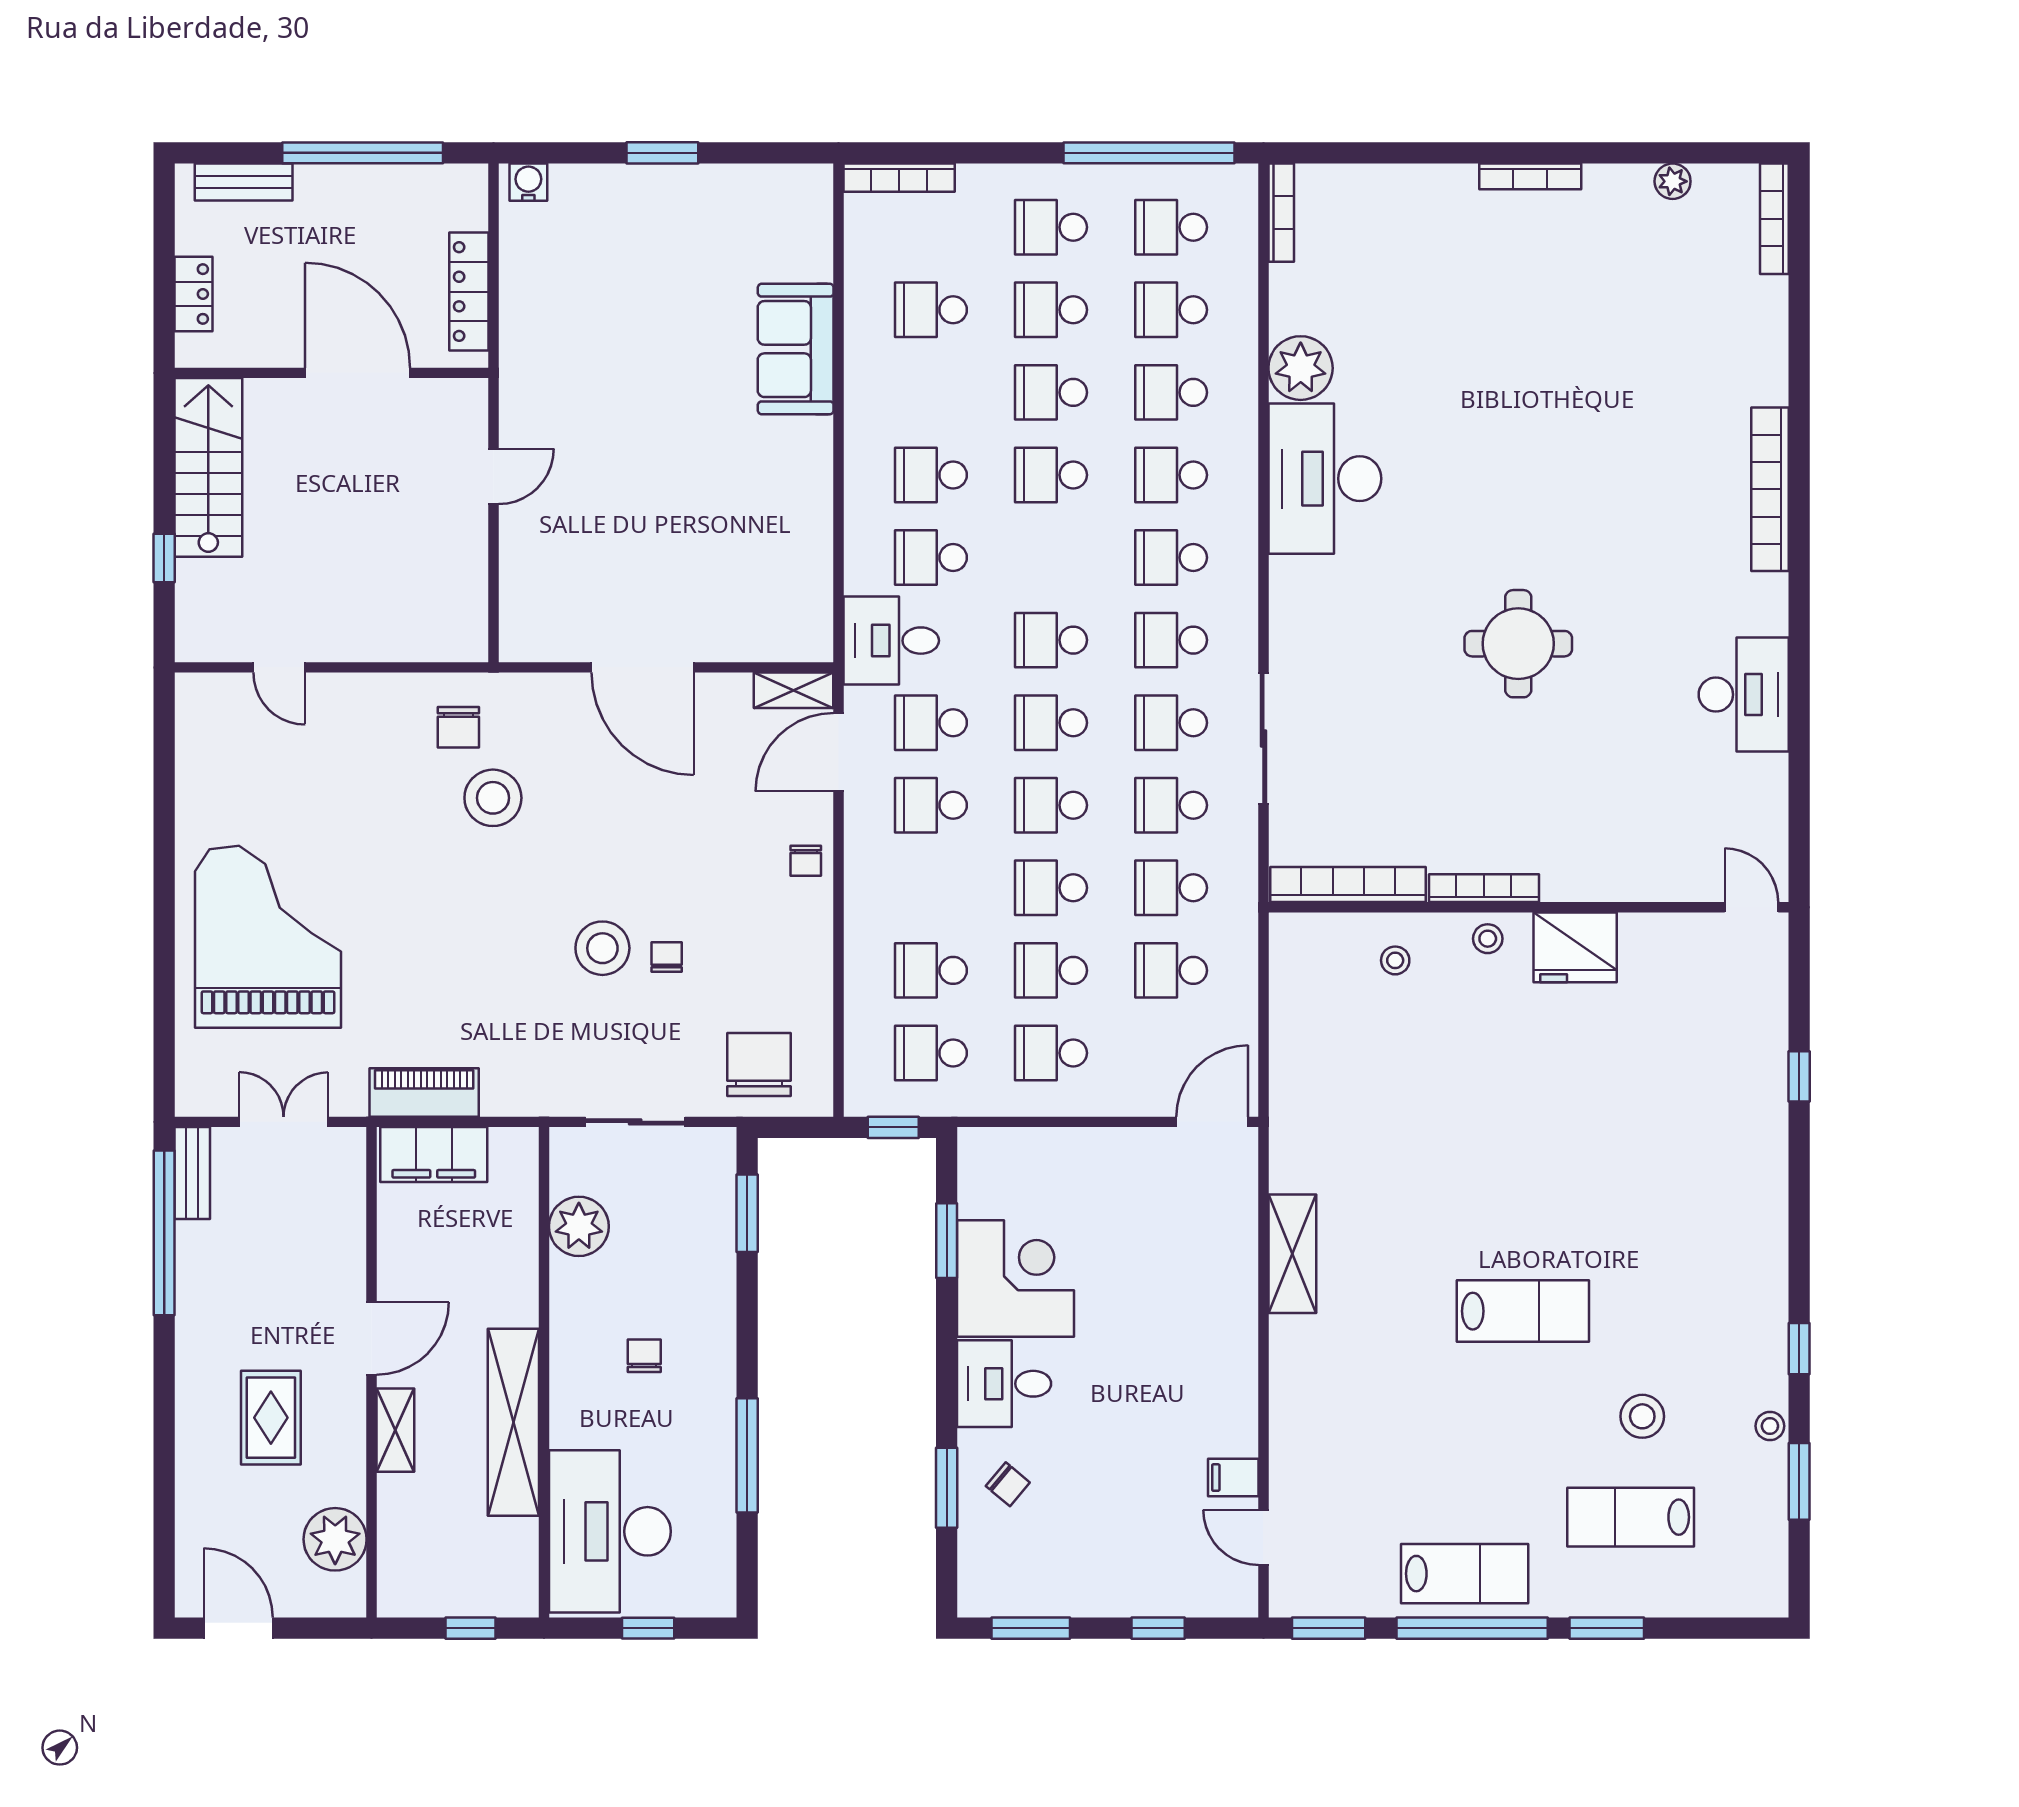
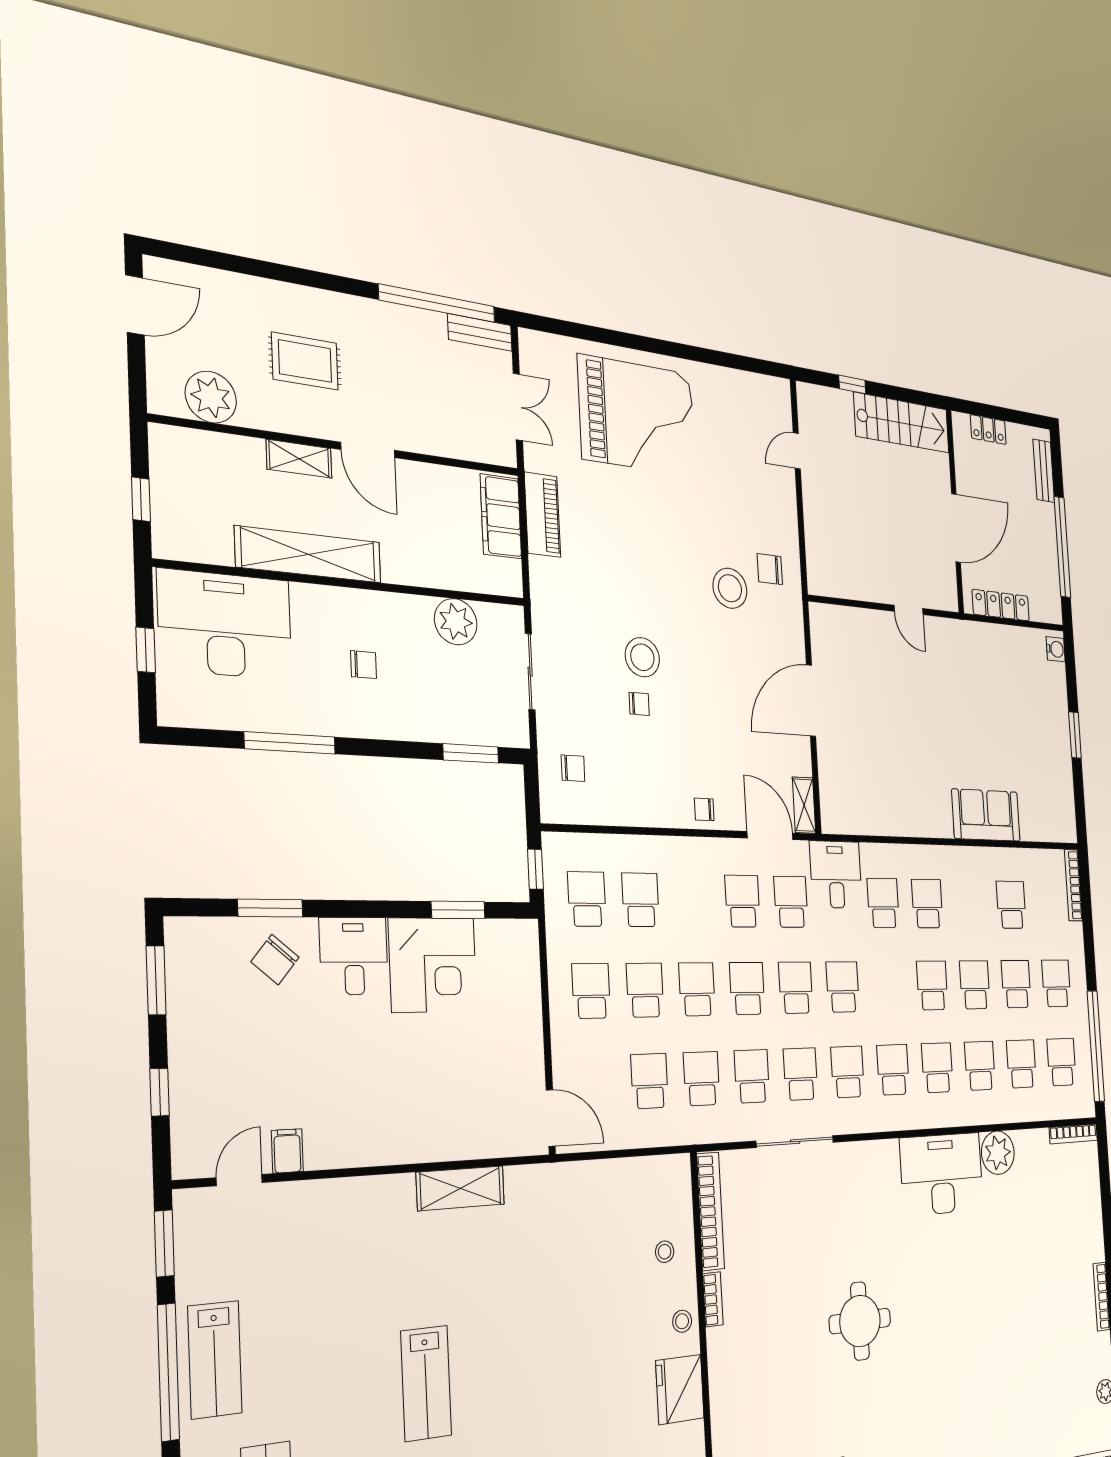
bookcase: (1484, 888) -> (713, 1299), width x0.64
chair: (759, 1064) -> (573, 768), width x0.54, depth x0.54
chair: (1008, 1484) -> (275, 960), width x1.37, depth x1.37

